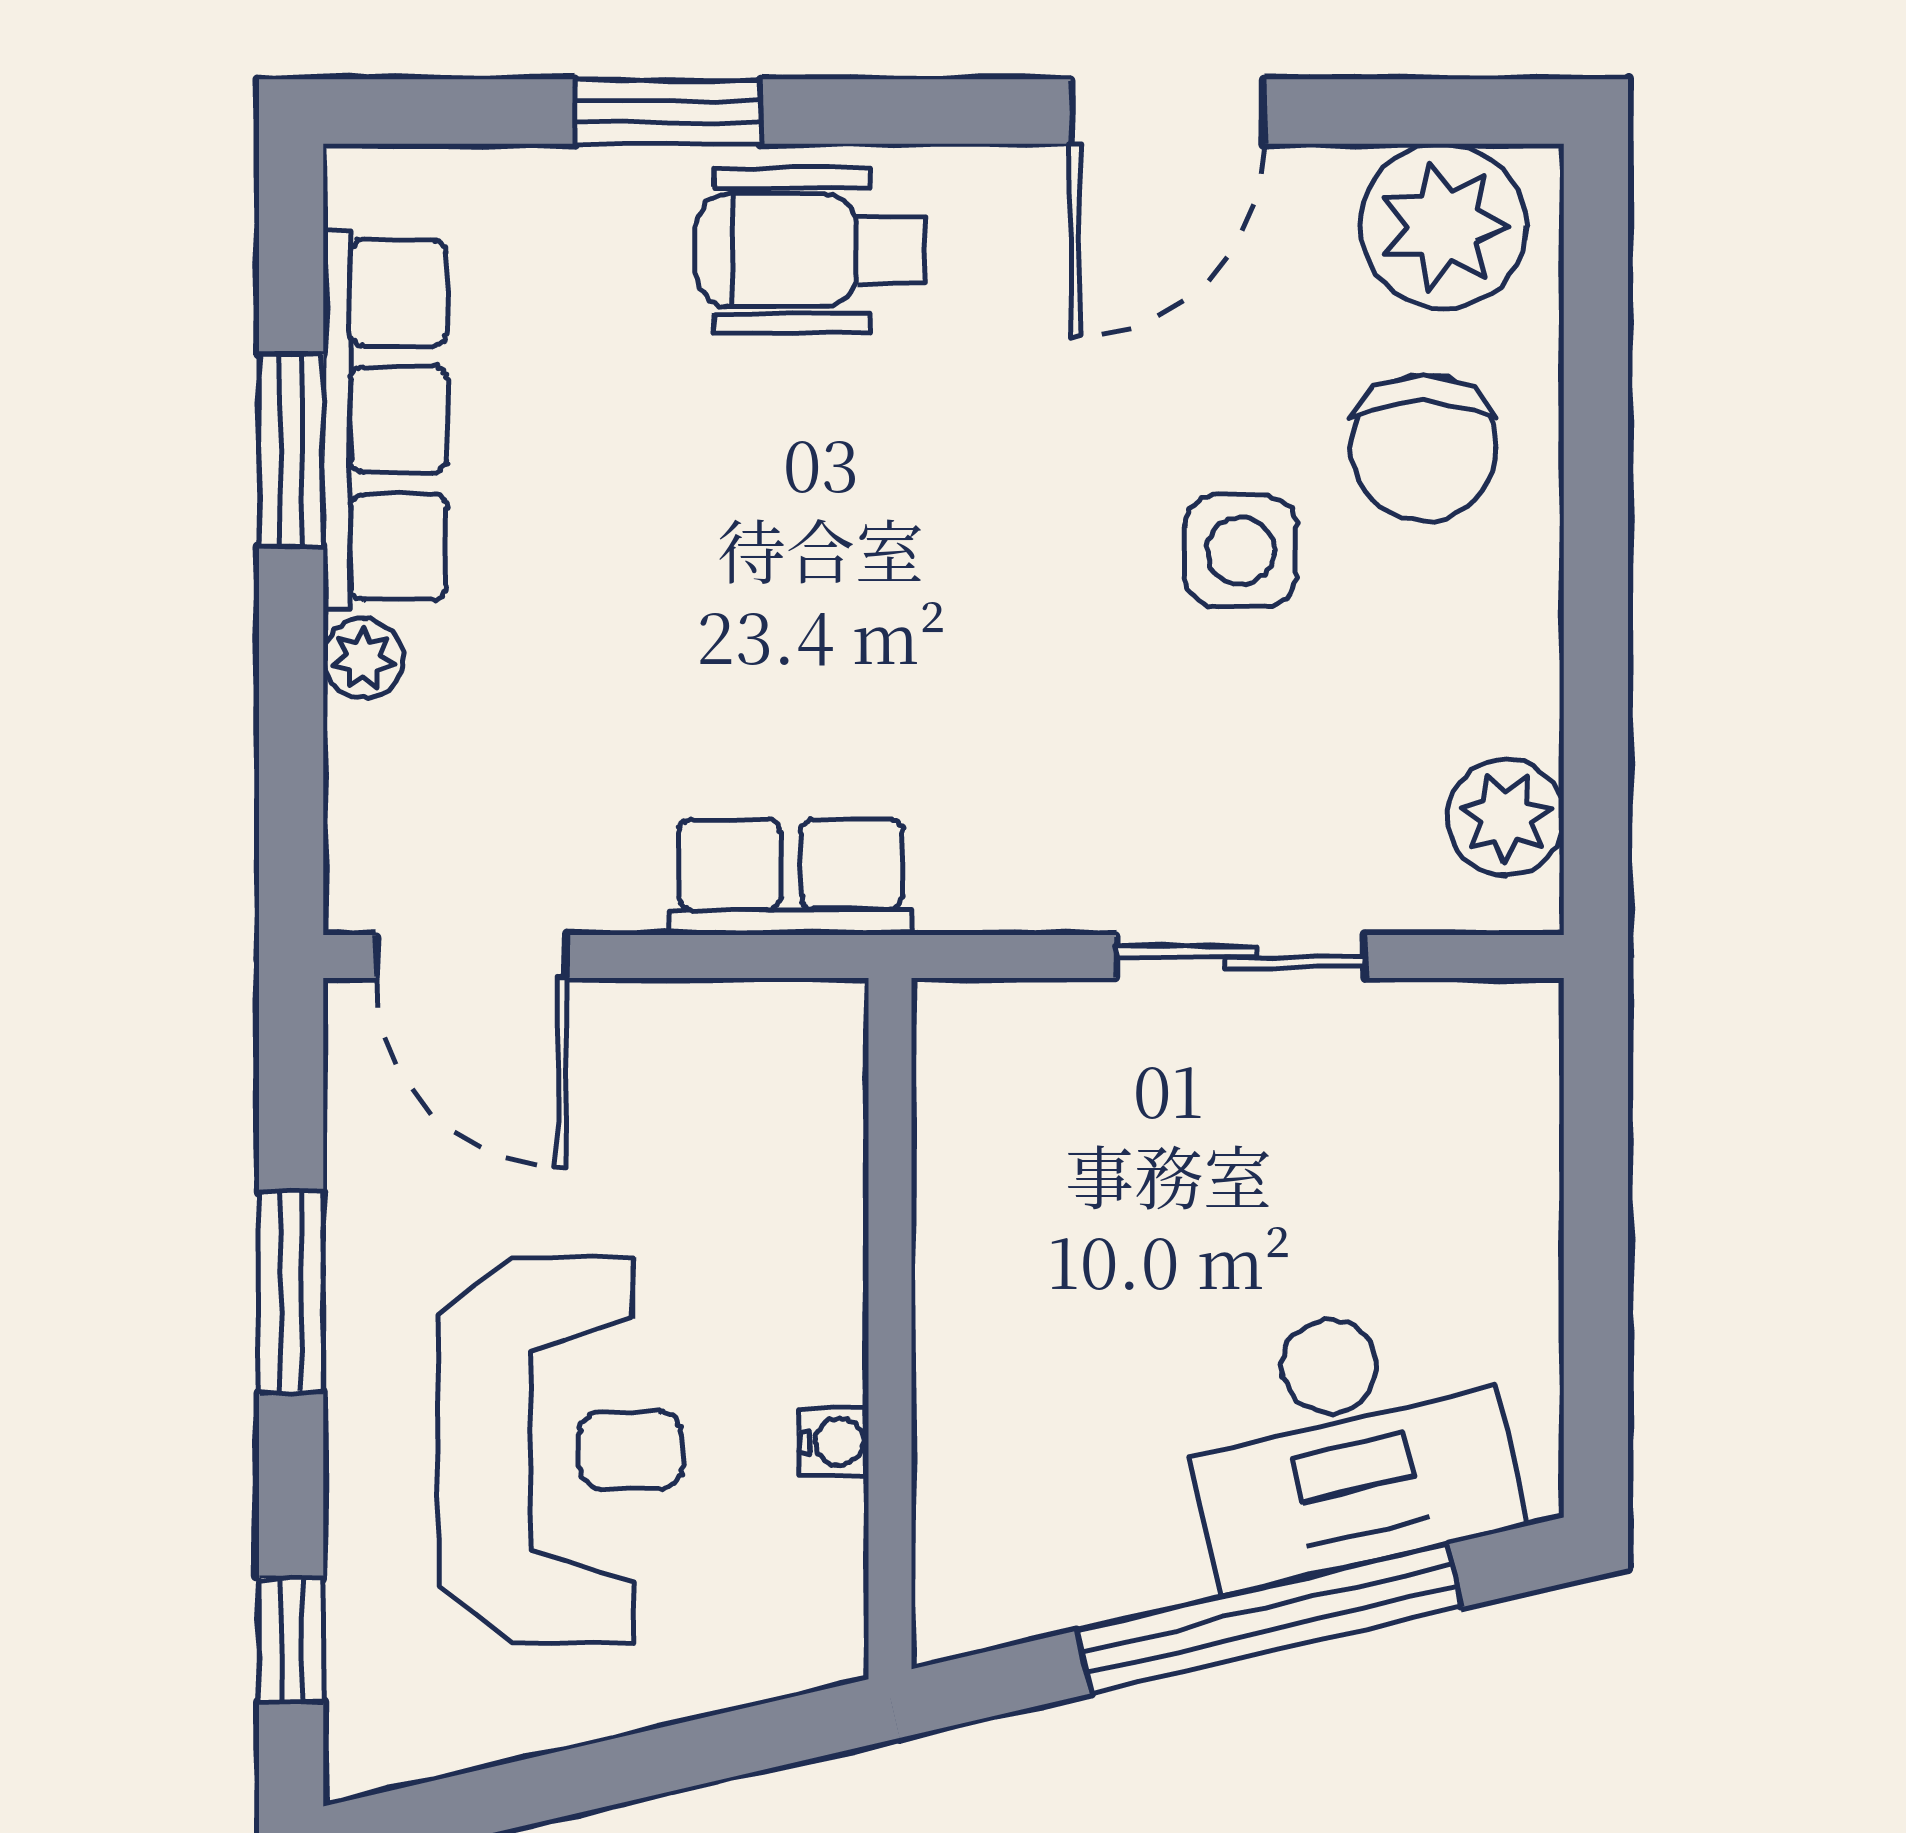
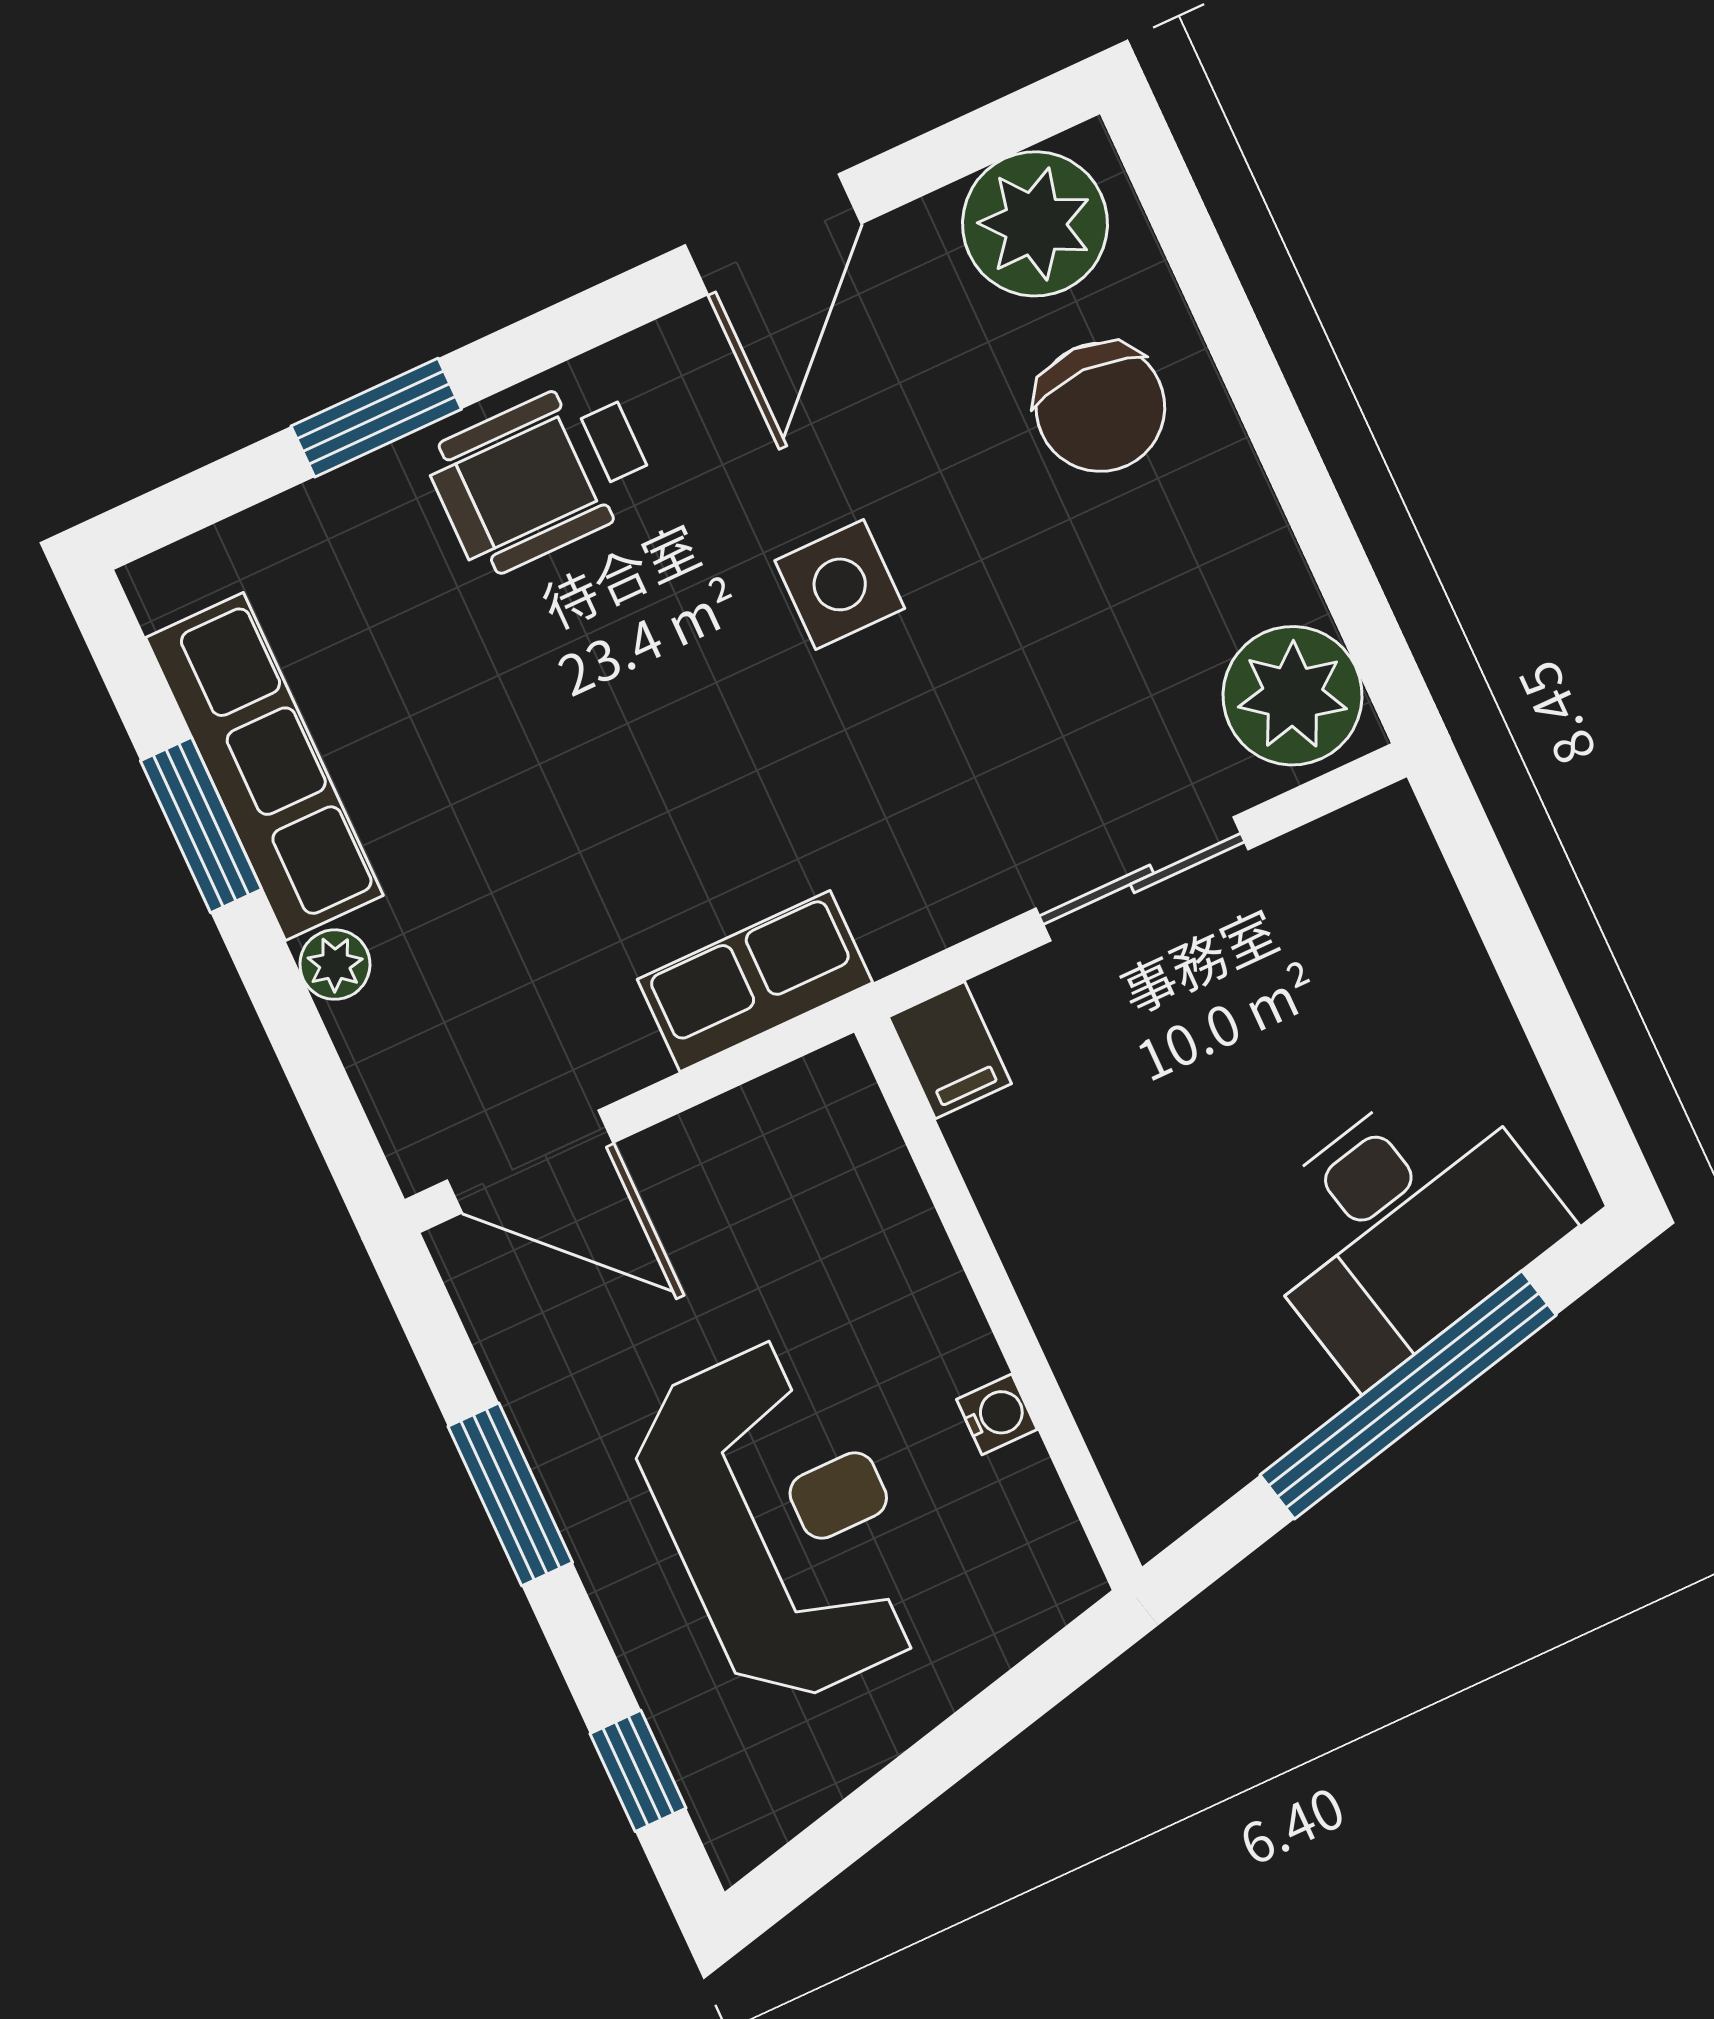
side table: (1241, 551) -> (840, 584), moved
plant: (1506, 818) -> (1293, 696), width x1.36, depth x1.36
filing cabinet: (960, 1042) -> (950, 1050), added

